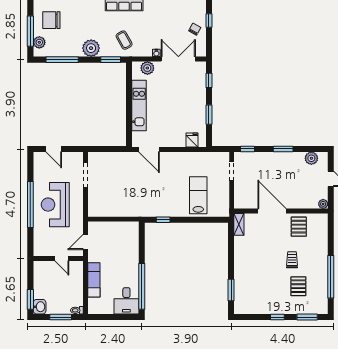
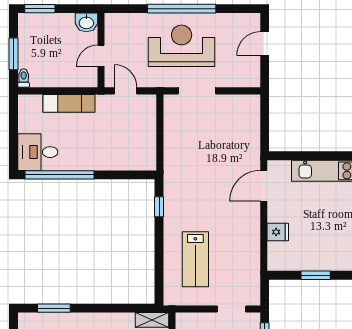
fridge: (192, 140) -> (278, 232), moved
doorway: (85, 175) -> (197, 91), moved
lab bench: (198, 195) -> (195, 259), turned 90
washbasin: (40, 307) -> (86, 22), moved

